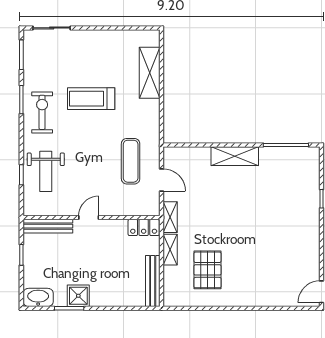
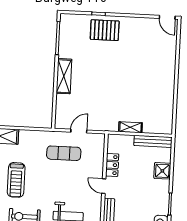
shelving: (170, 217) -> (107, 126), removed
locker: (144, 227) -> (112, 165), moved
pallet: (208, 270) -> (105, 30), moved
shower: (78, 296) -> (162, 171), moved

